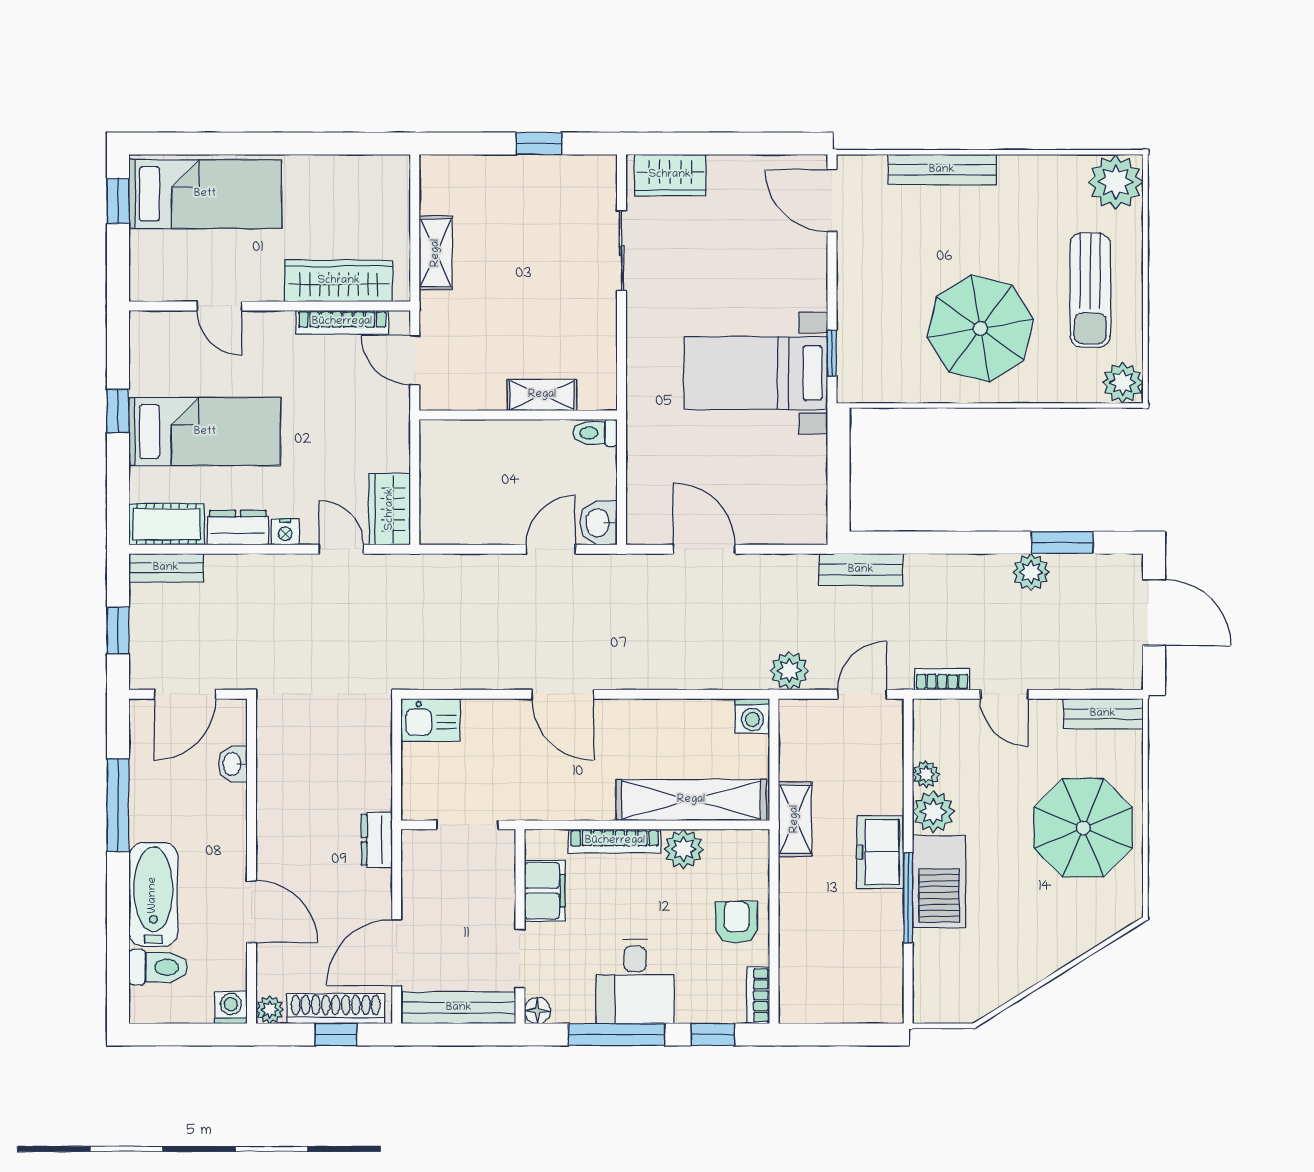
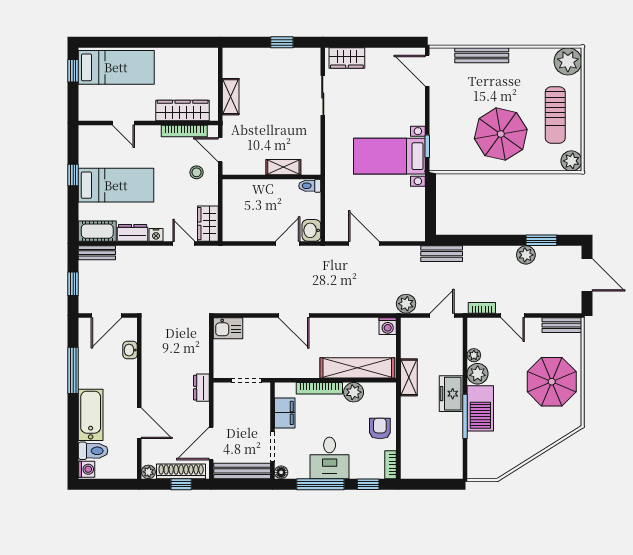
stool: (367, 406) -> (197, 172), added
washing machine: (231, 1007) -> (87, 469), moved, turned 90

